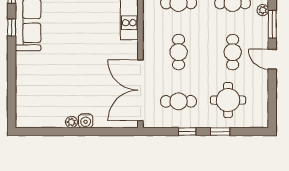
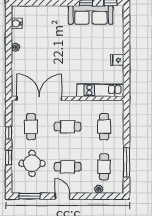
window: (272, 24) -> (30, 196), moved
door: (272, 59) -> (62, 196), hinge flipped
water cooler: (86, 121) -> (17, 23), moved

